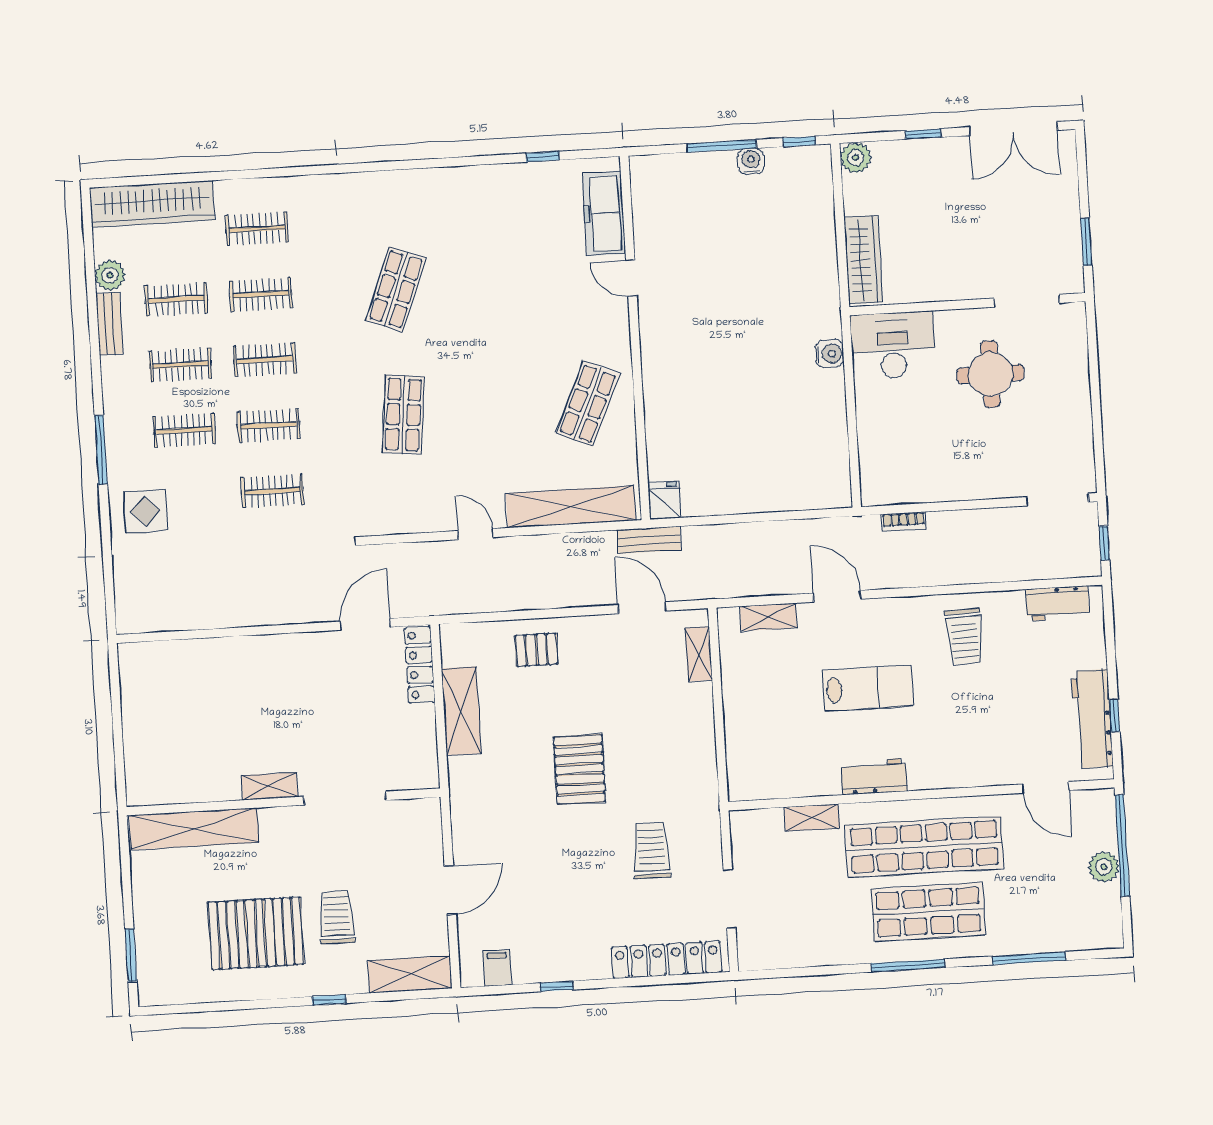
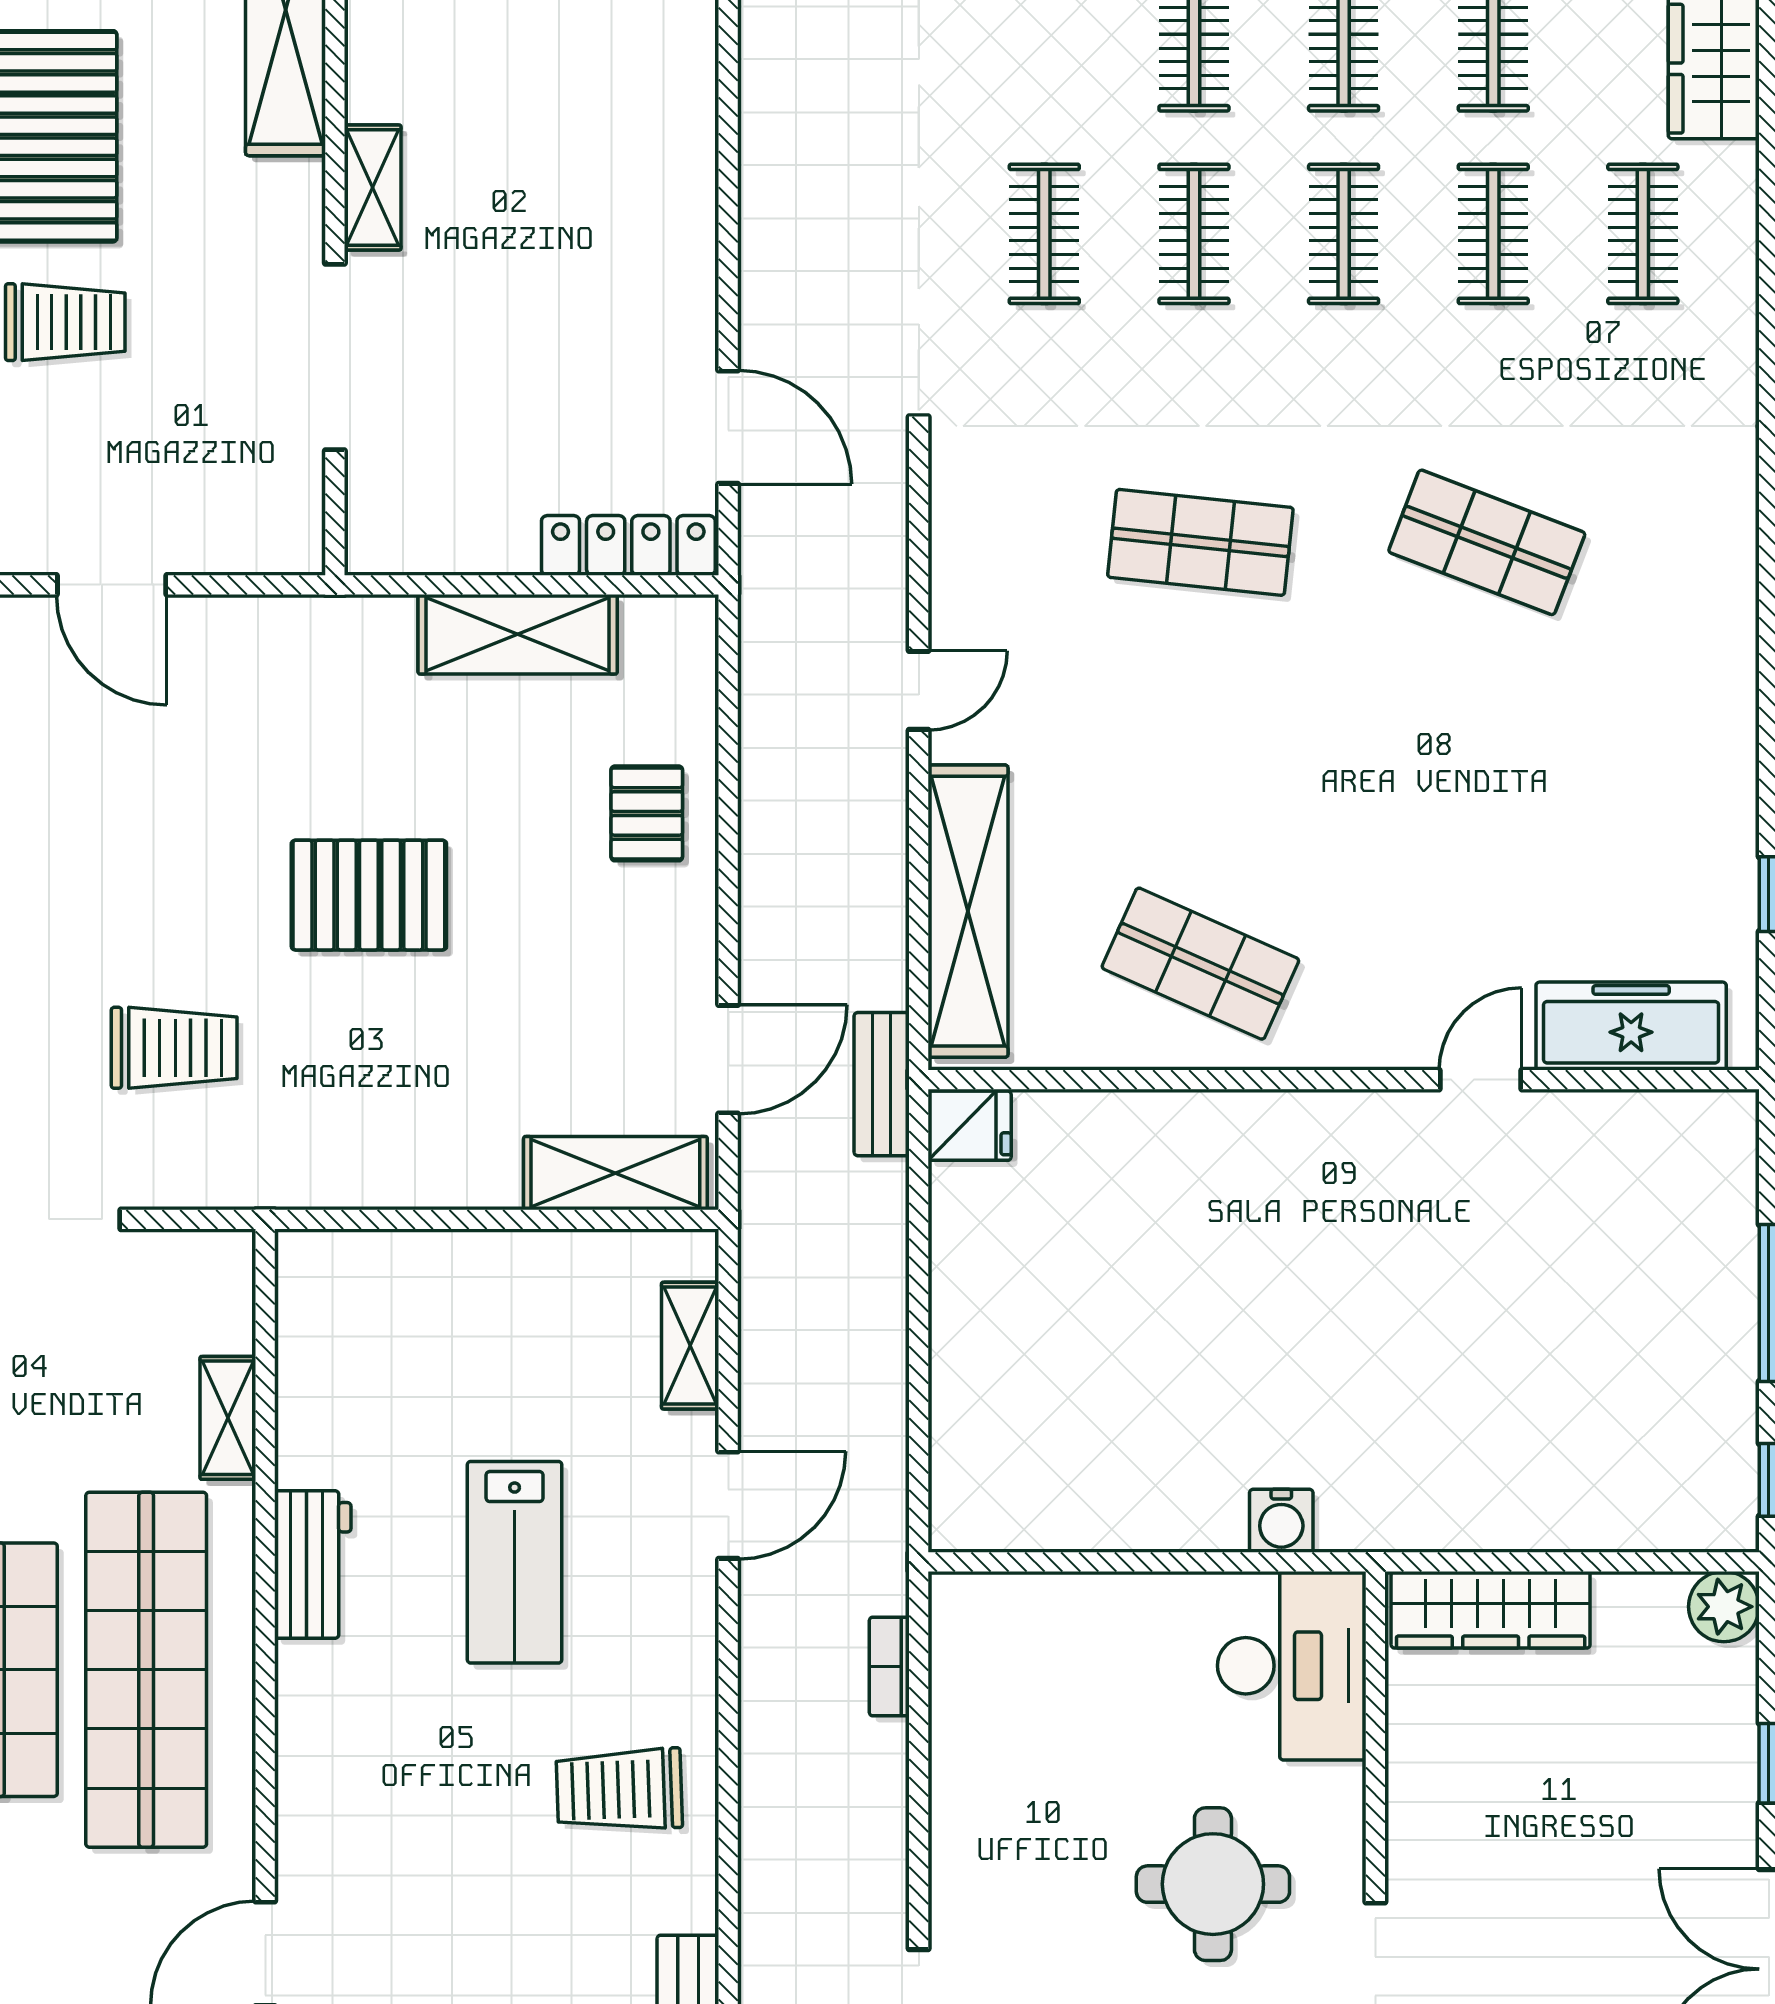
water cooler: (751, 161) -> (1730, 1368), removed
shelving: (699, 654) -> (615, 1173), width x1.50, depth x1.33

